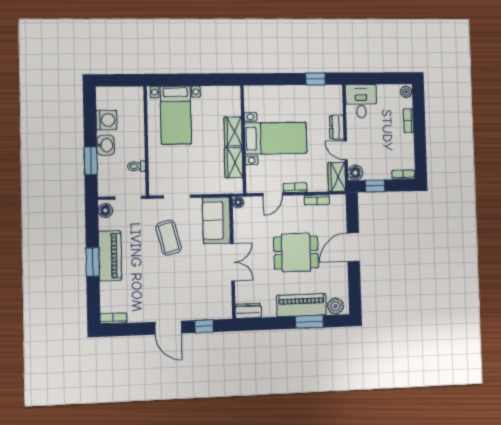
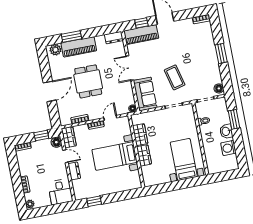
dining table: (296, 253) -> (88, 81), turned 90
piano: (110, 256) -> (141, 35), moved, turned -90

